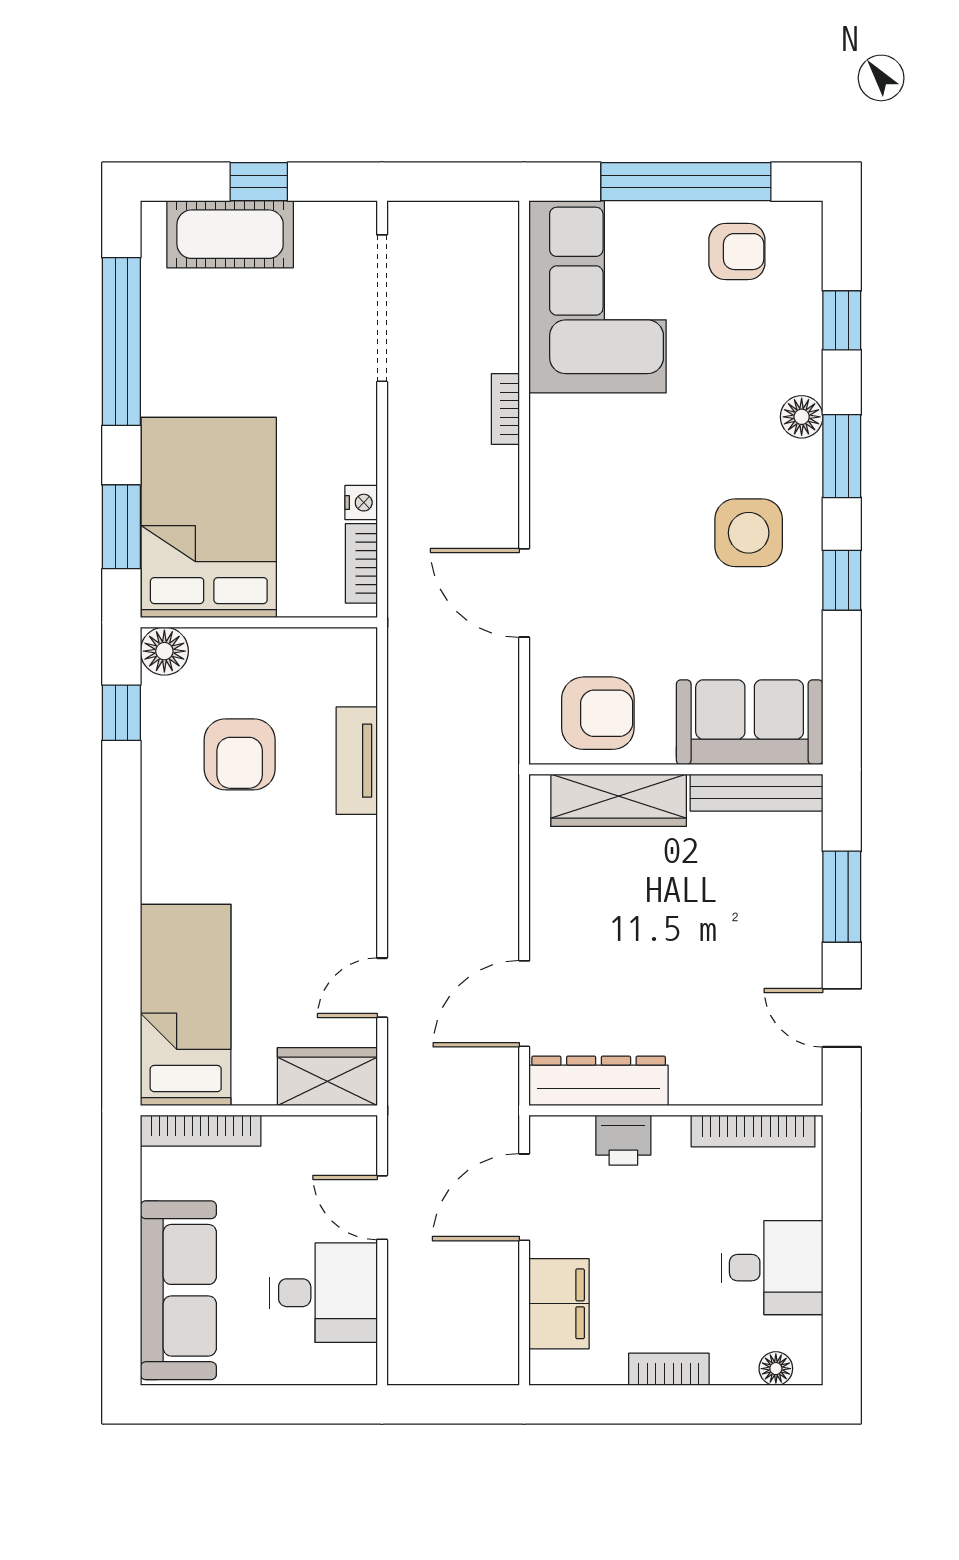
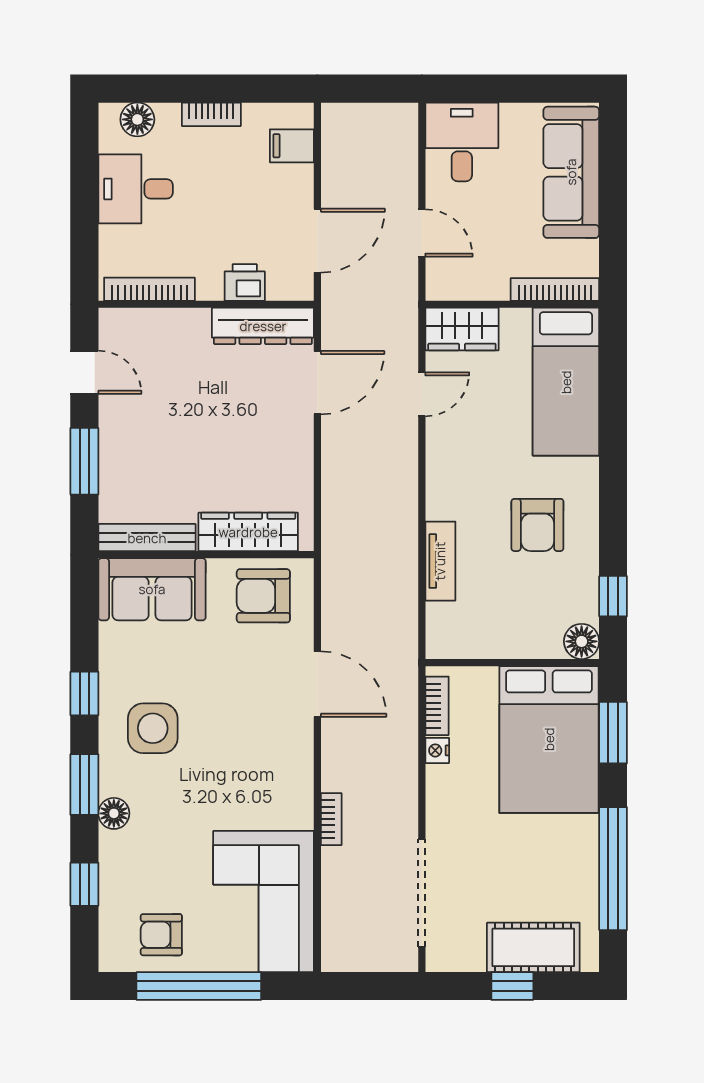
armchair: (240, 754) -> (537, 525), moved, turned 180
desk: (324, 1293) -> (462, 142), moved, turned 90
filing cabinet: (559, 1304) -> (292, 146), width x0.50
floor lamp: (776, 1369) -> (137, 119), width x1.37, depth x1.37

